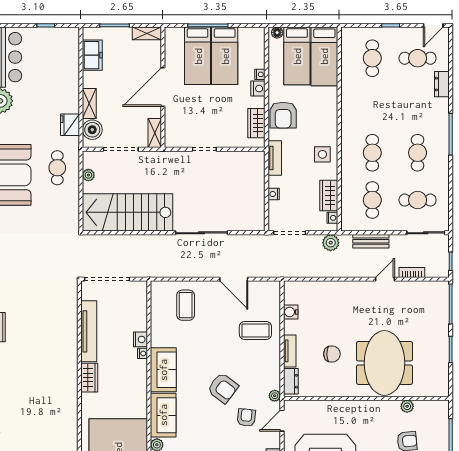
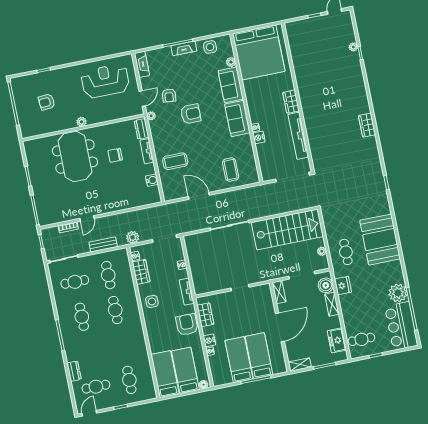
cafe table: (60, 50) -> (361, 339), added
armchair: (223, 388) -> (191, 114), turned 143
plant: (407, 406) -> (82, 122), moved

